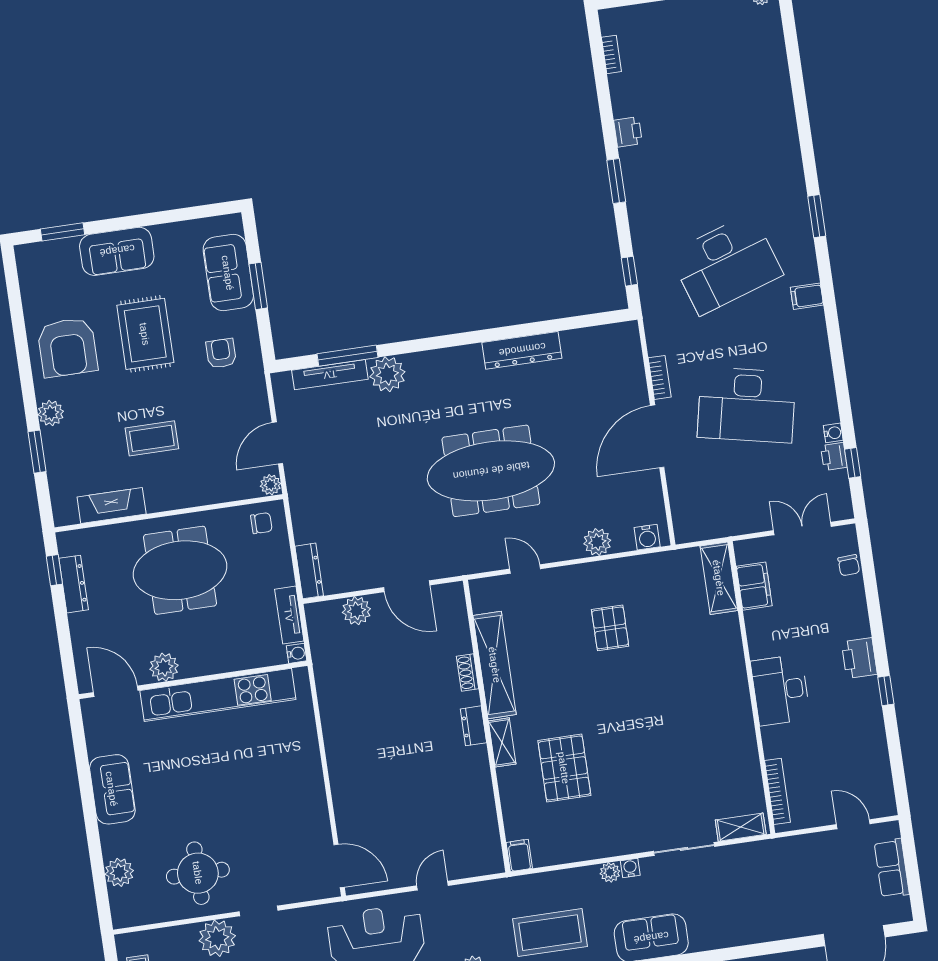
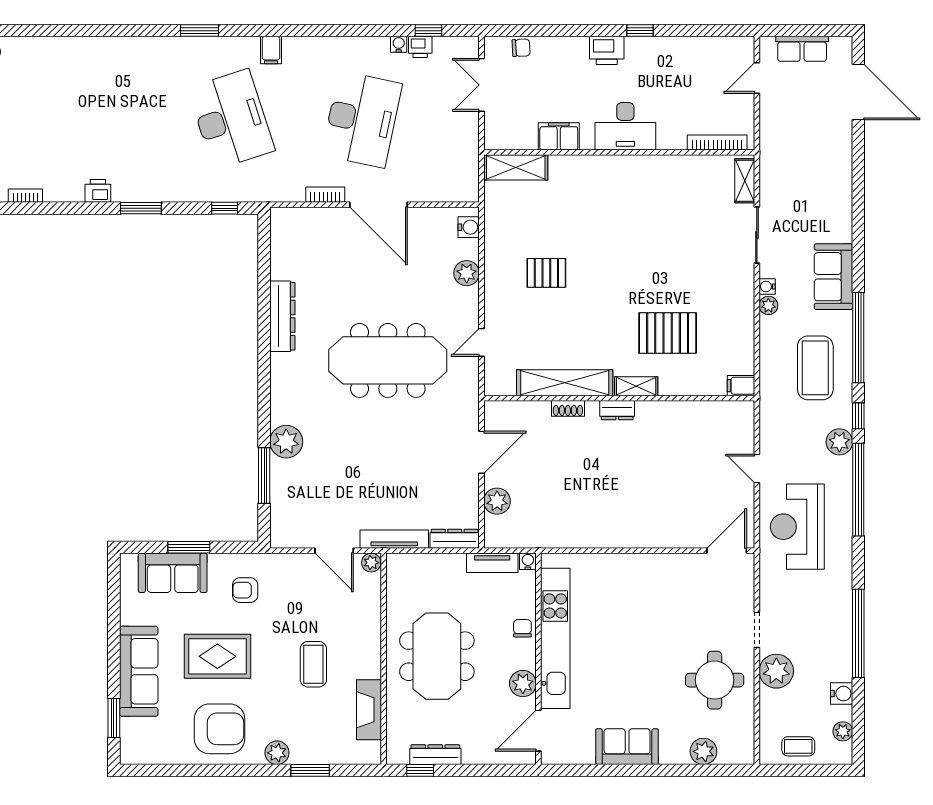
sofa: (117, 251) -> (139, 671), width x1.36
tv unit: (330, 375) -> (394, 539), moved, turned -90
meeting table: (491, 471) -> (388, 360), turned 90
chair: (261, 523) -> (522, 628), moved
filing cabinet: (754, 586) -> (559, 136), moved

